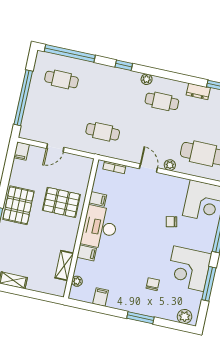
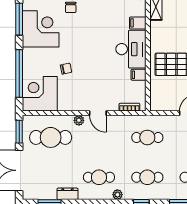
cafe table: (112, 90) -> (147, 177), added

